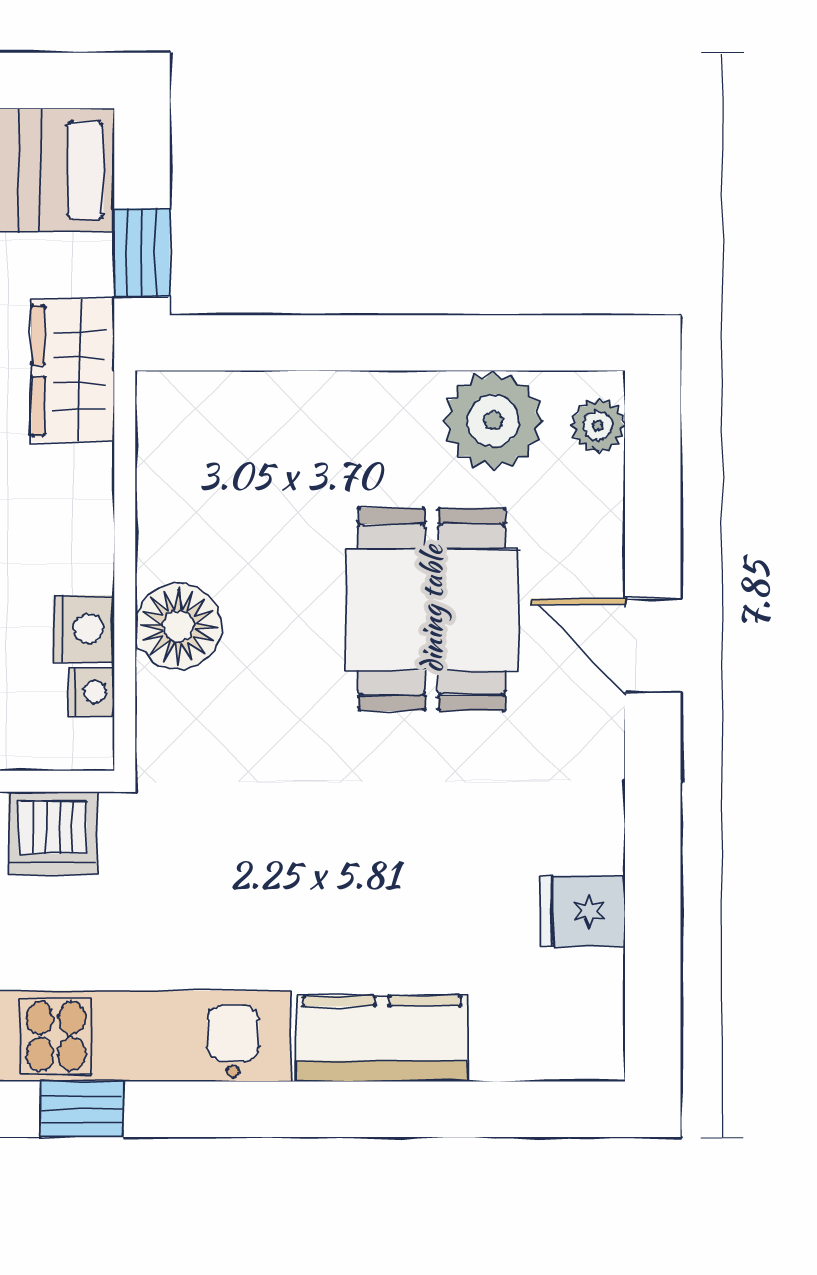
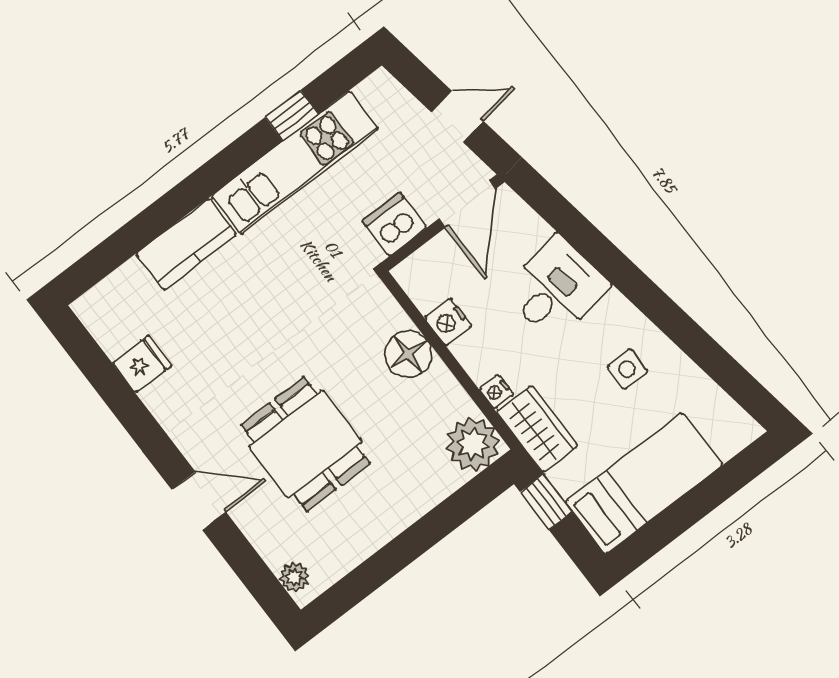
plant: (493, 421) -> (473, 444), moved
nightstand: (91, 692) -> (496, 392), moved

